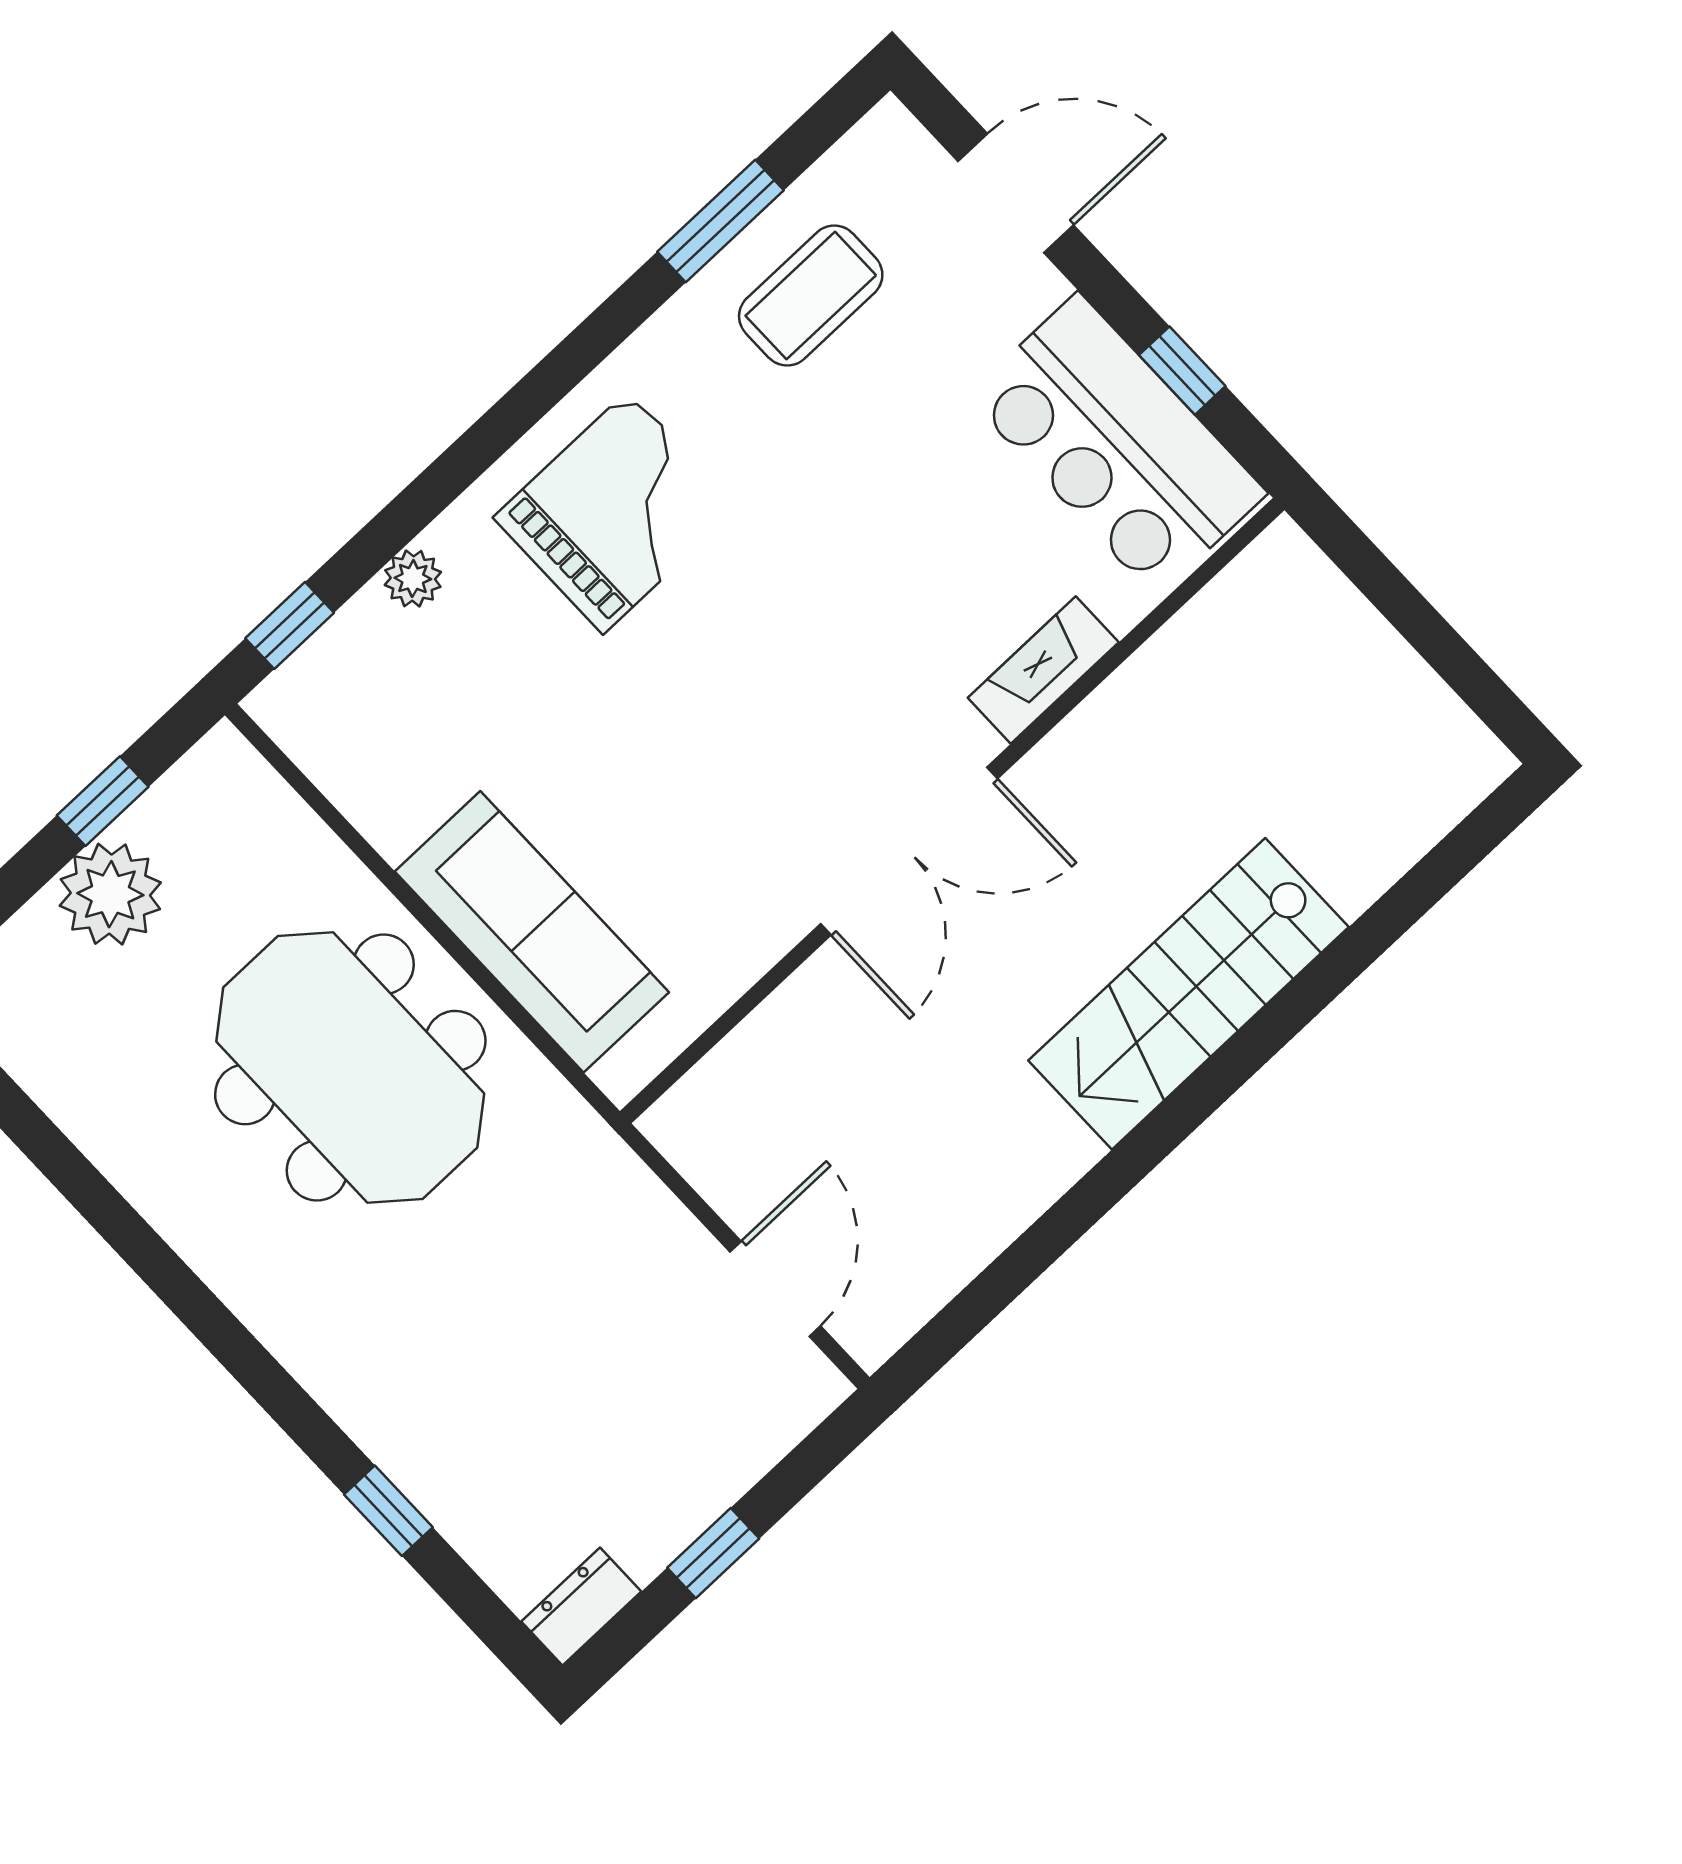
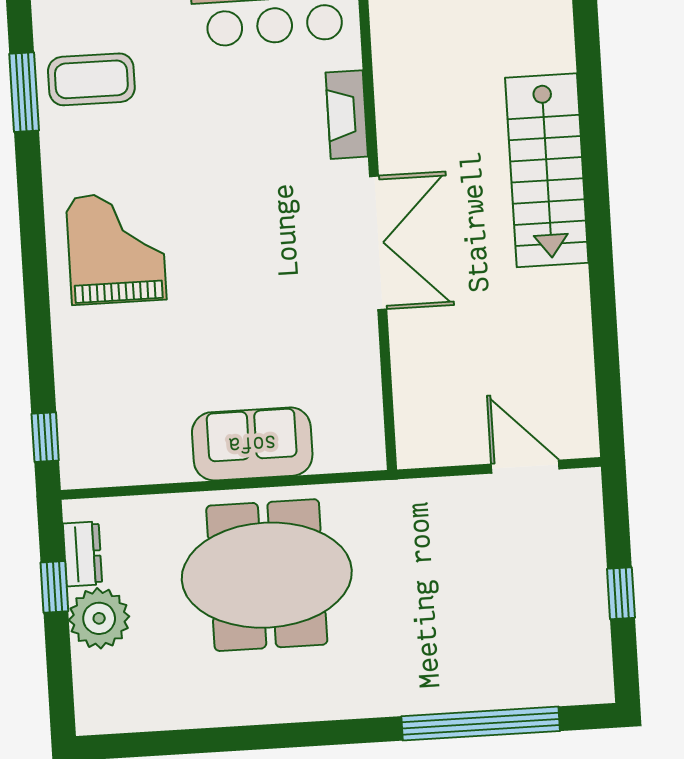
coffee table: (811, 296) -> (91, 79), turned 90
plant: (413, 579) -> (70, 364), removed
sofa: (532, 932) -> (252, 444), width x0.73
window: (388, 1511) -> (481, 724), width x3.17
dresser: (581, 1606) -> (82, 554), moved, turned 180

